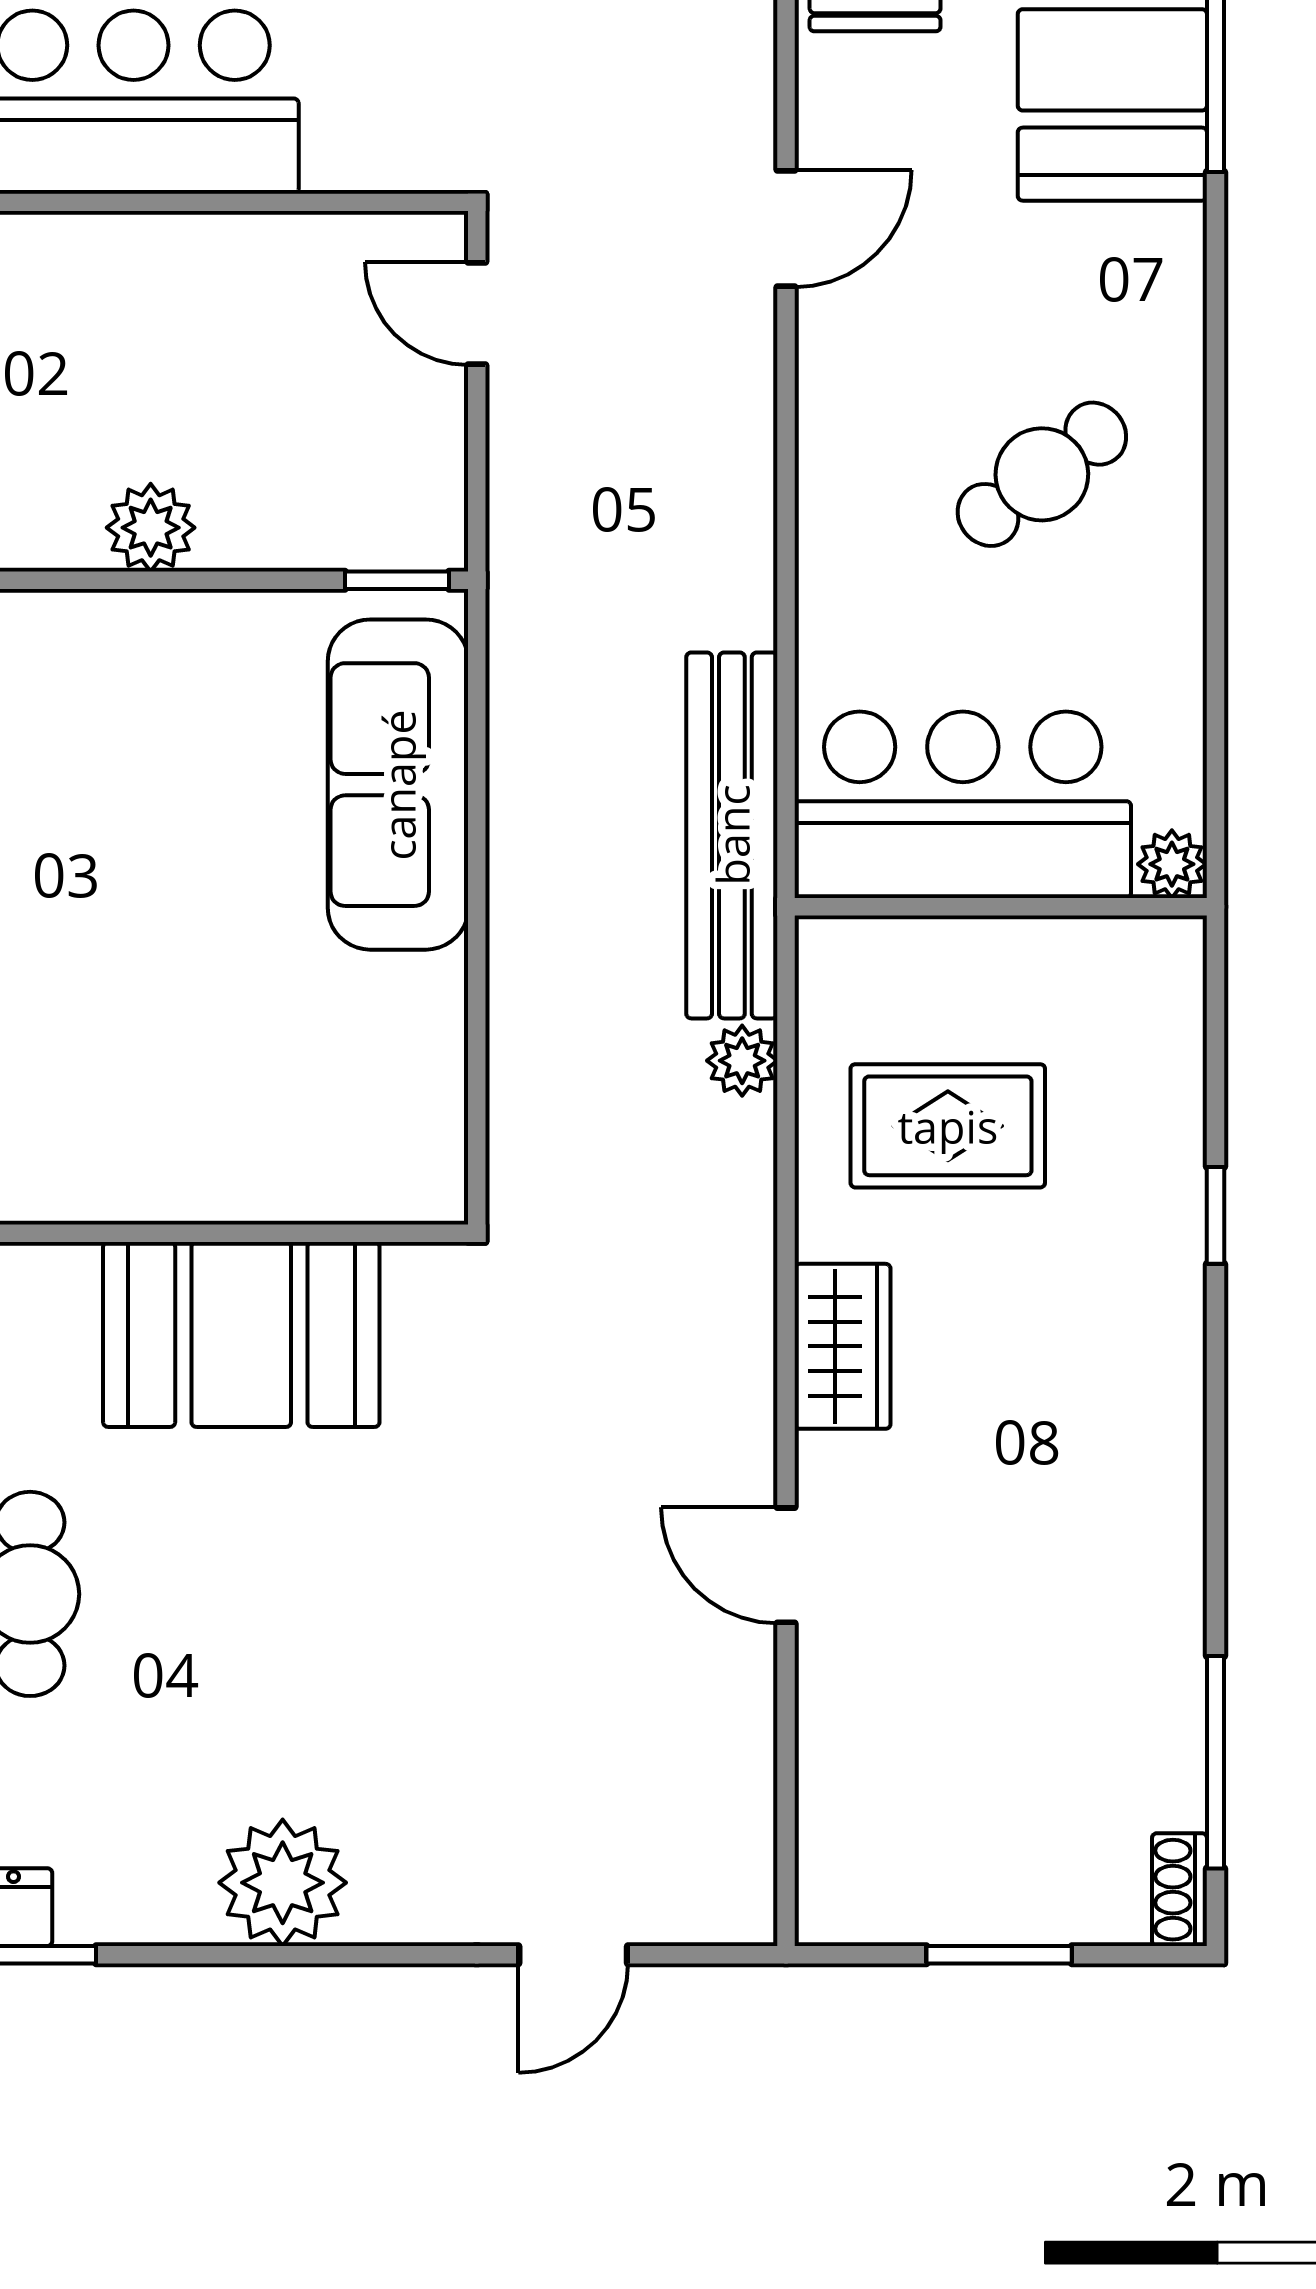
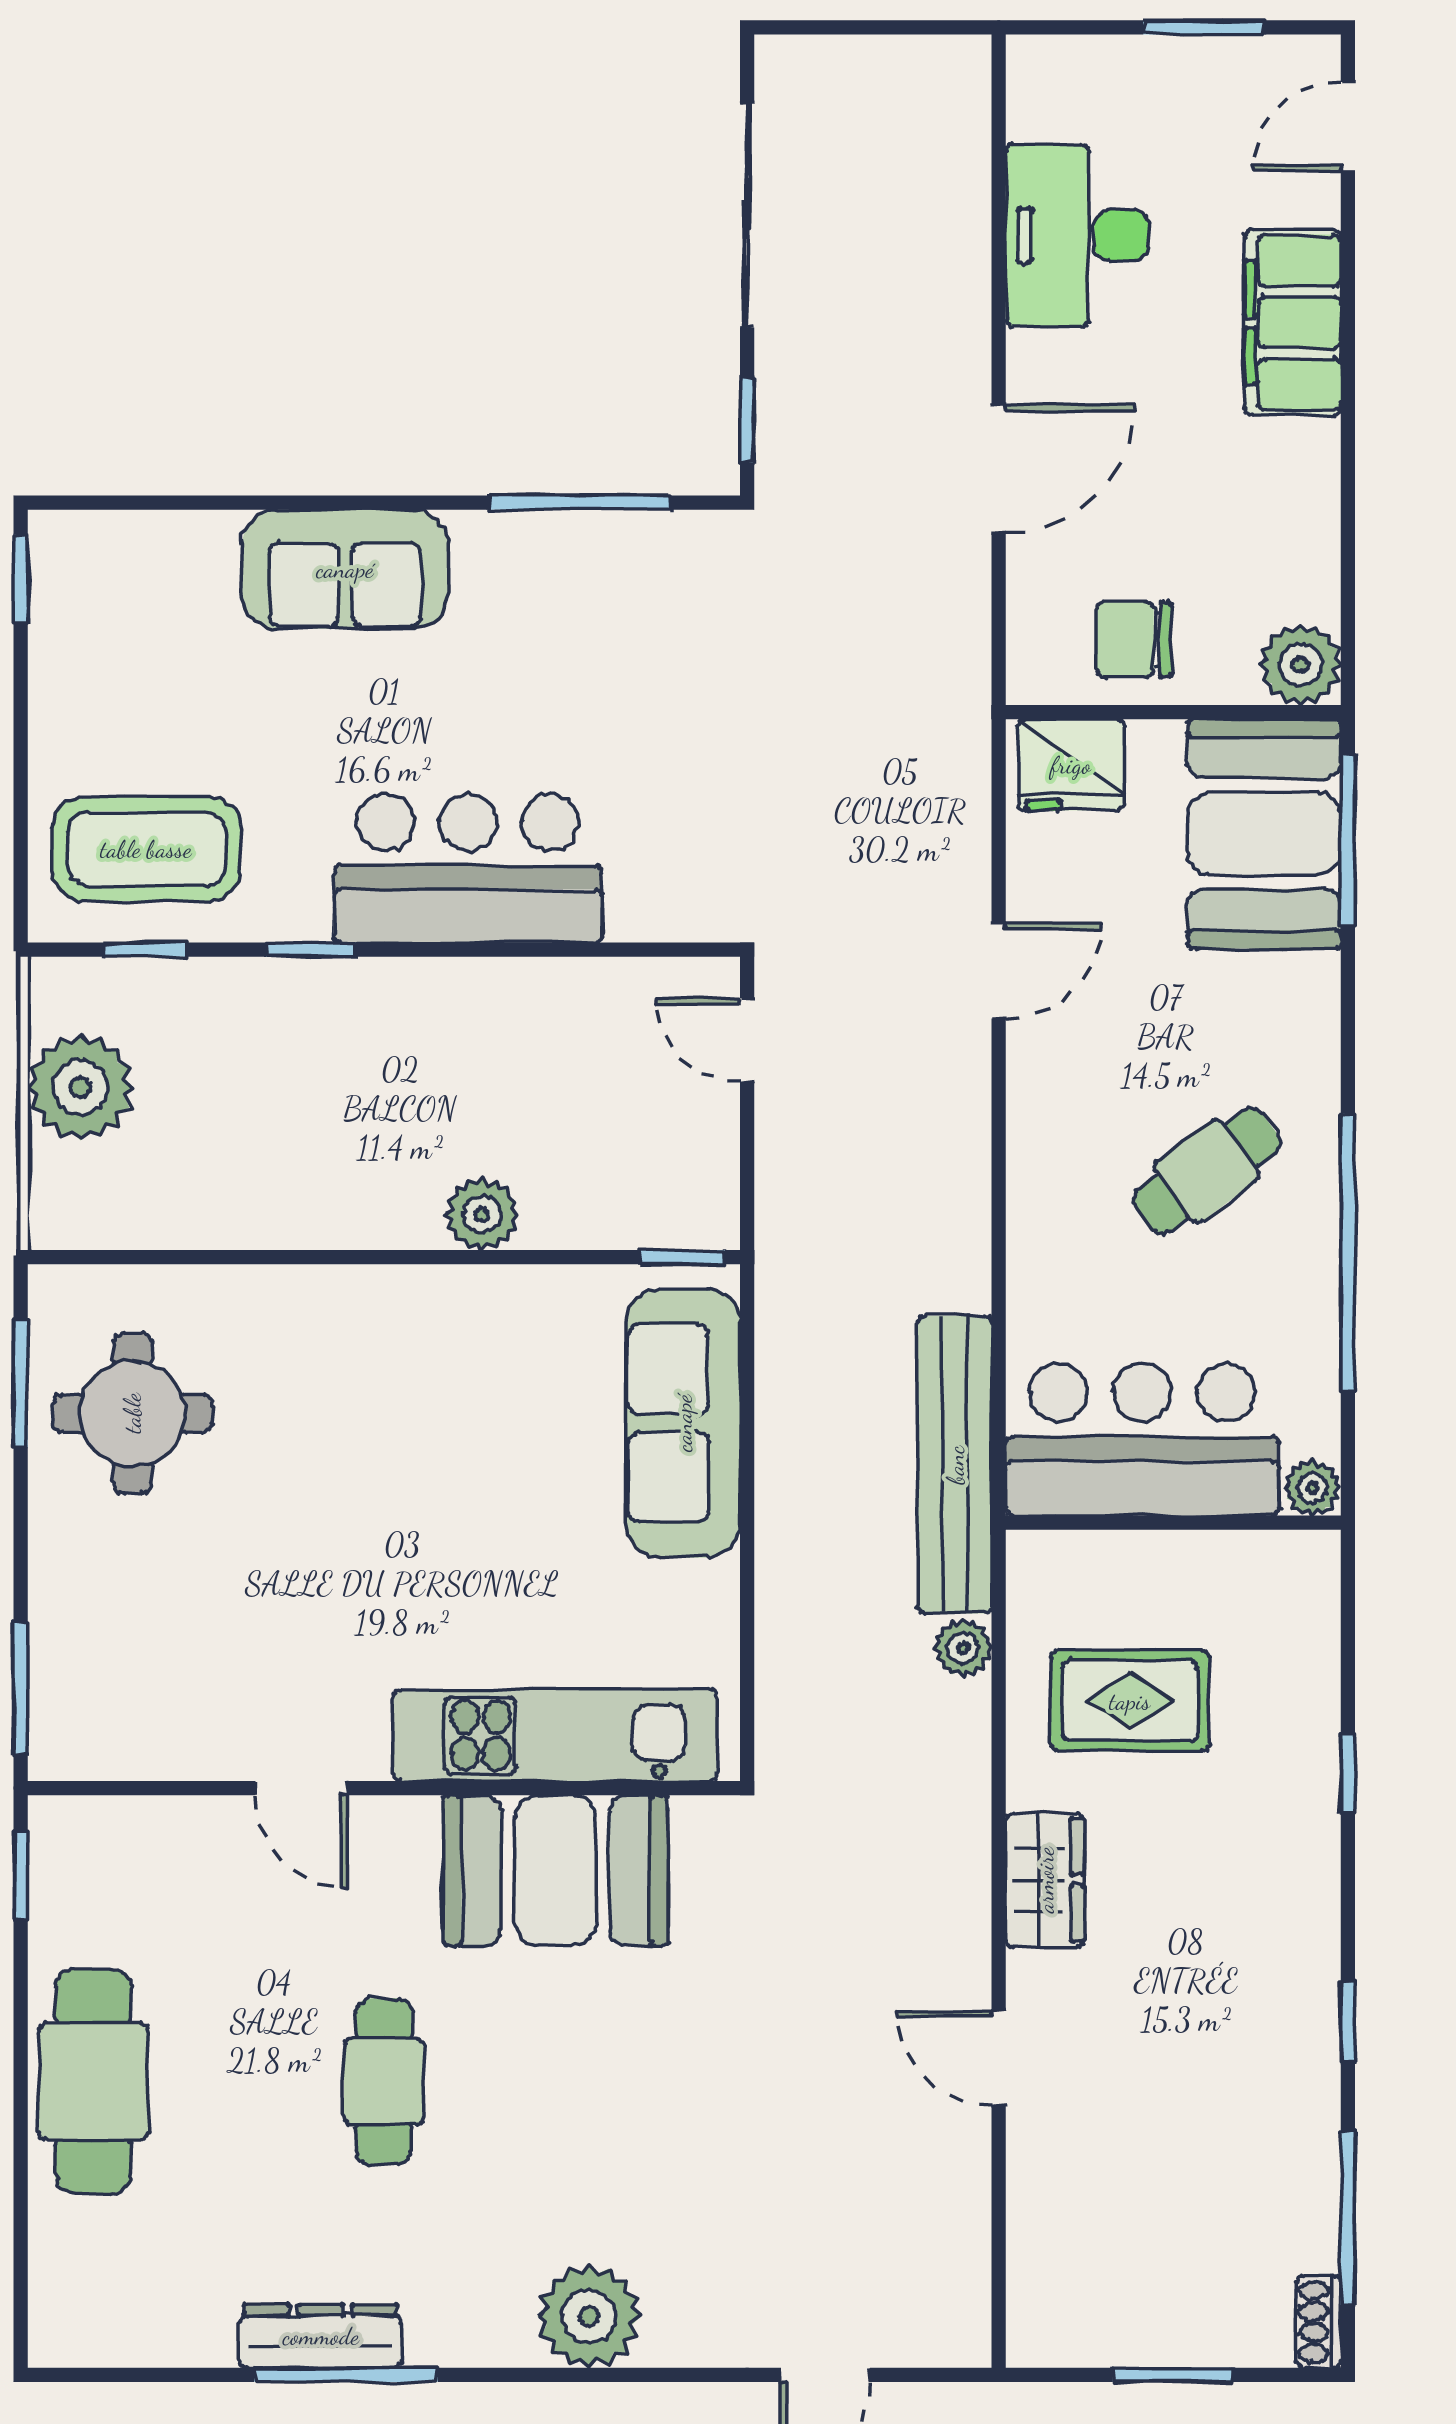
window: (1216, 575) -> (1348, 1253), added
kitchen unit: (241, 1168) -> (555, 1735), added
window: (1216, 1521) -> (1348, 2022), added

